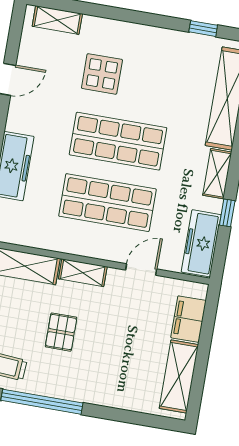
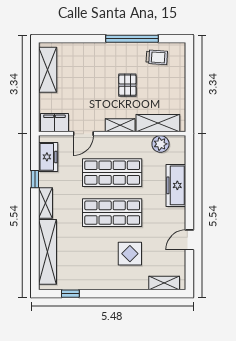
plant: (26, 234) -> (160, 144), added
freezer: (201, 243) -> (48, 157), width x0.71
filing cabinet: (189, 319) -> (54, 123), moved, turned -90

